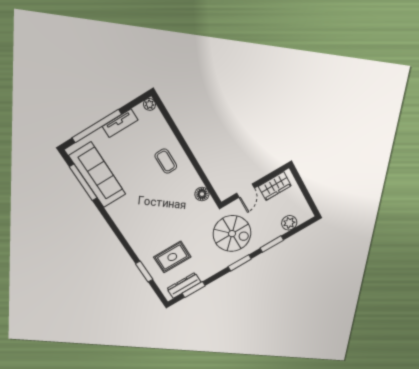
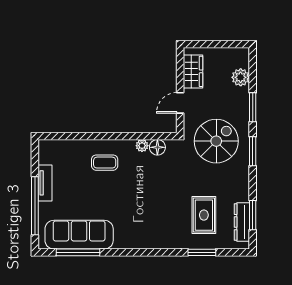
plant: (149, 104) -> (142, 146), moved
door: (246, 191) -> (180, 103), swing flipped

